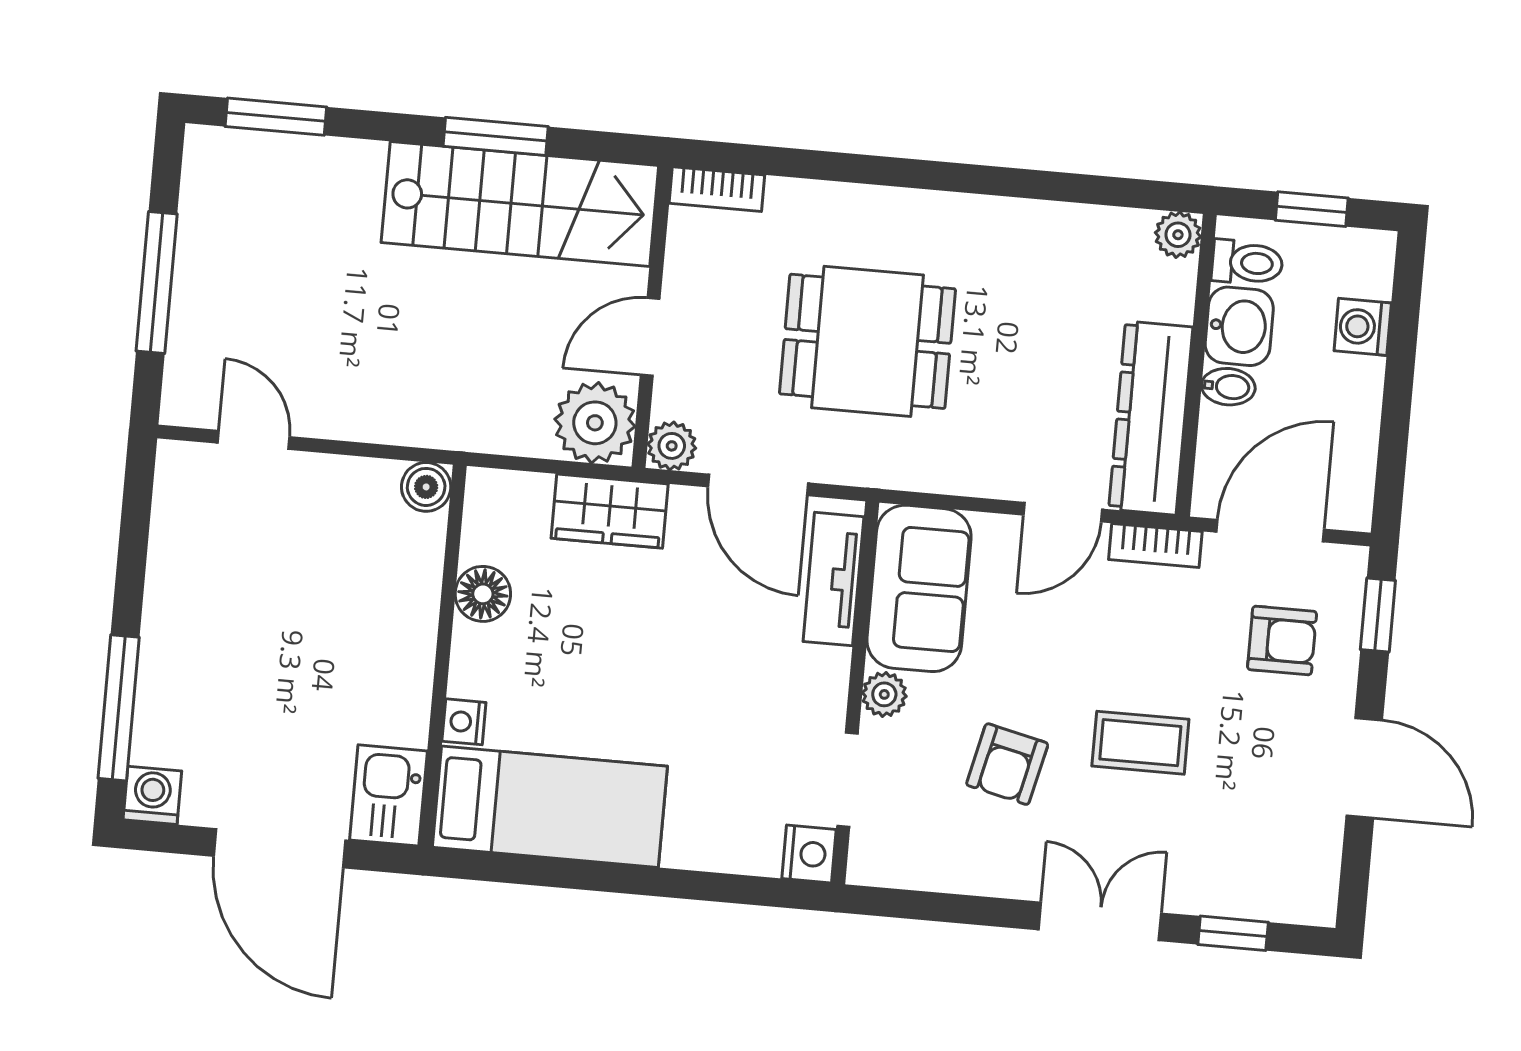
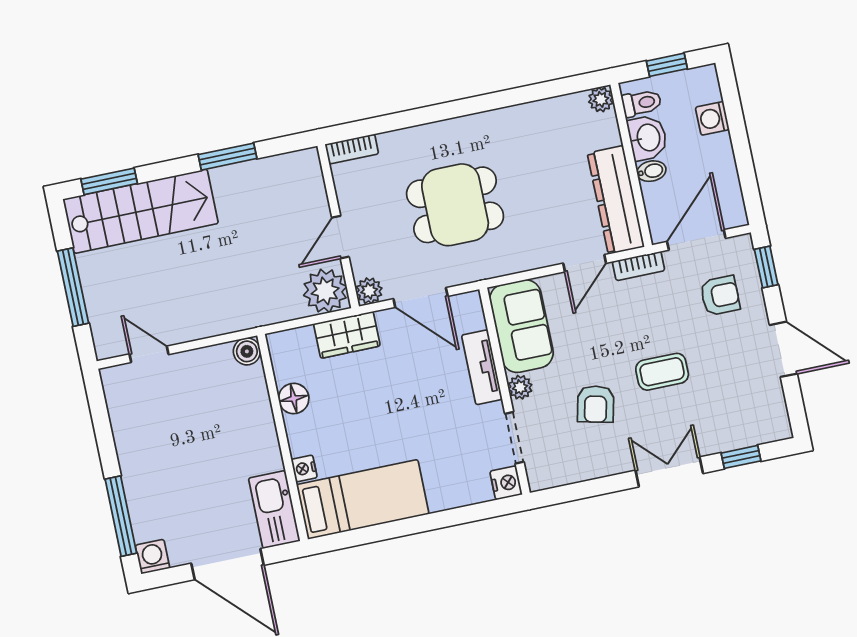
stairs: (520, 204) -> (141, 211), moved
tv unit: (834, 579) -> (482, 367), moved
kitchen sink: (388, 795) -> (274, 510), width x1.38

